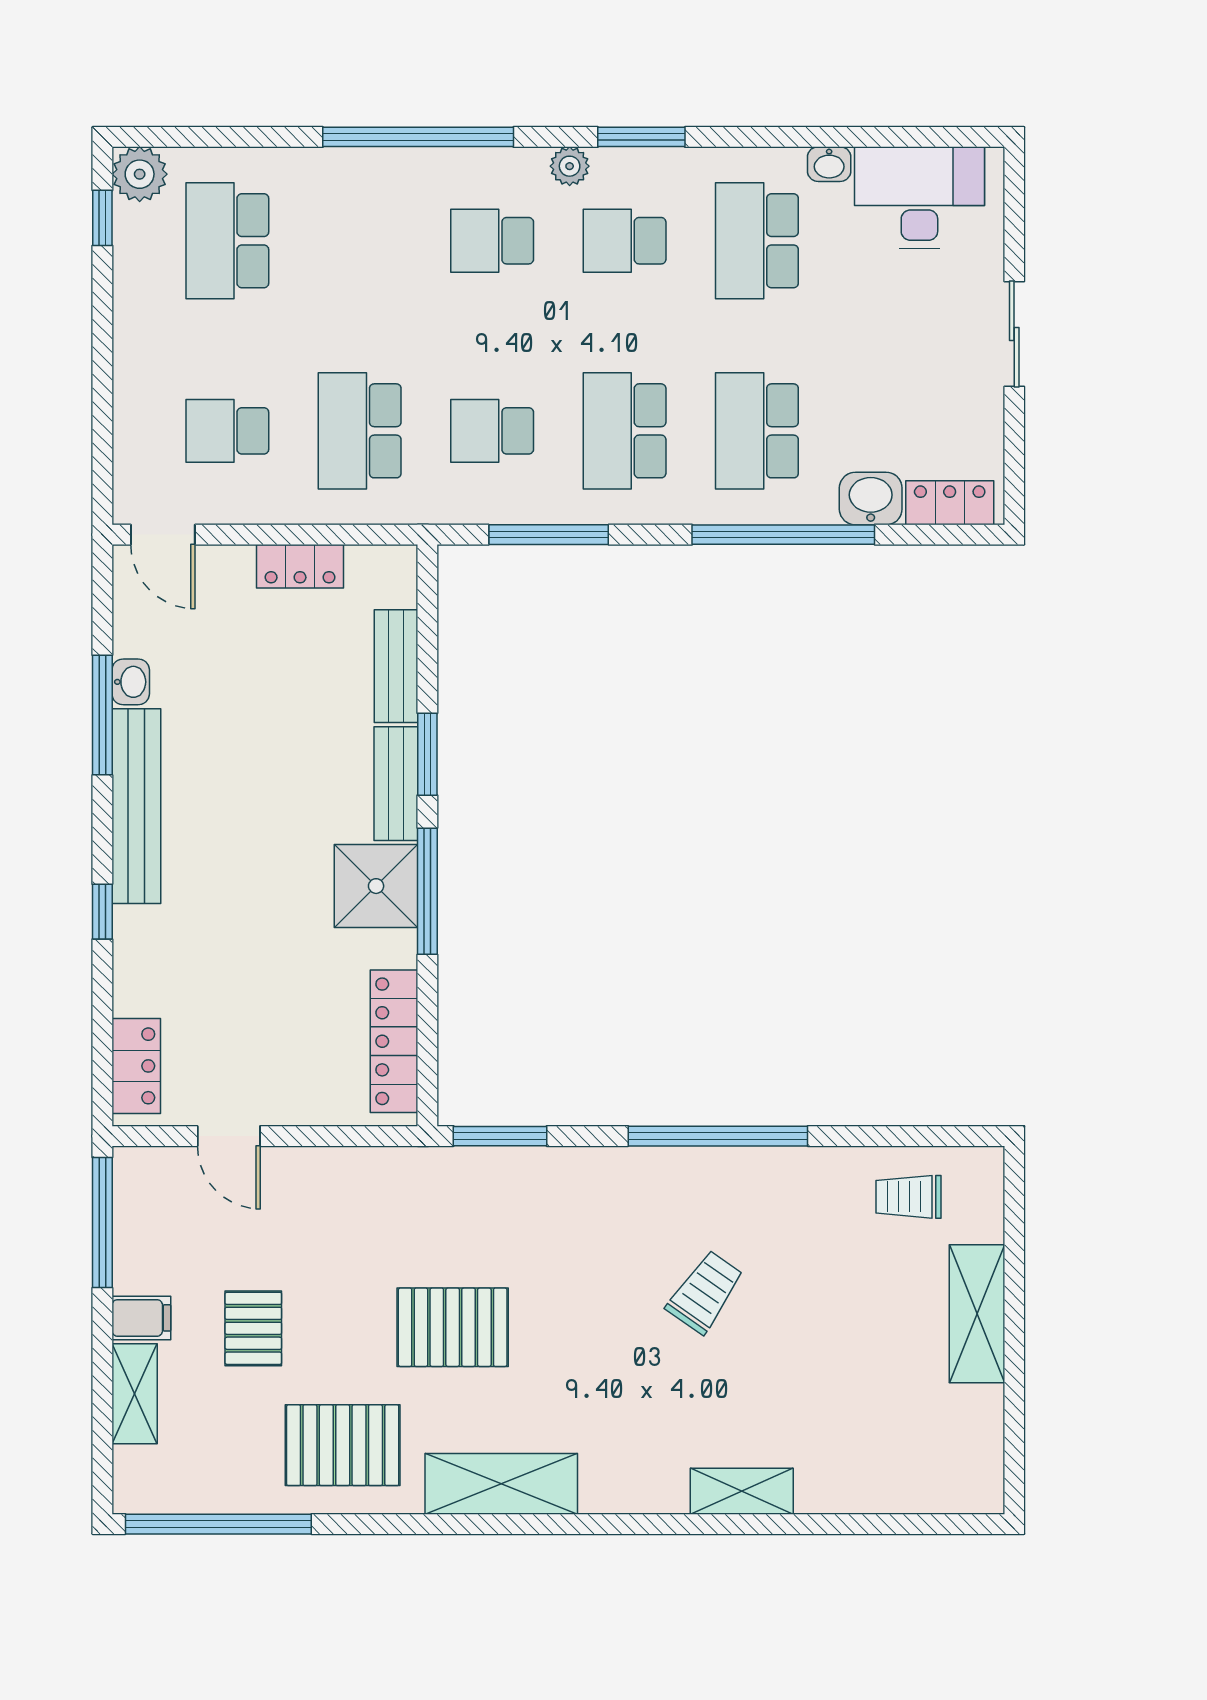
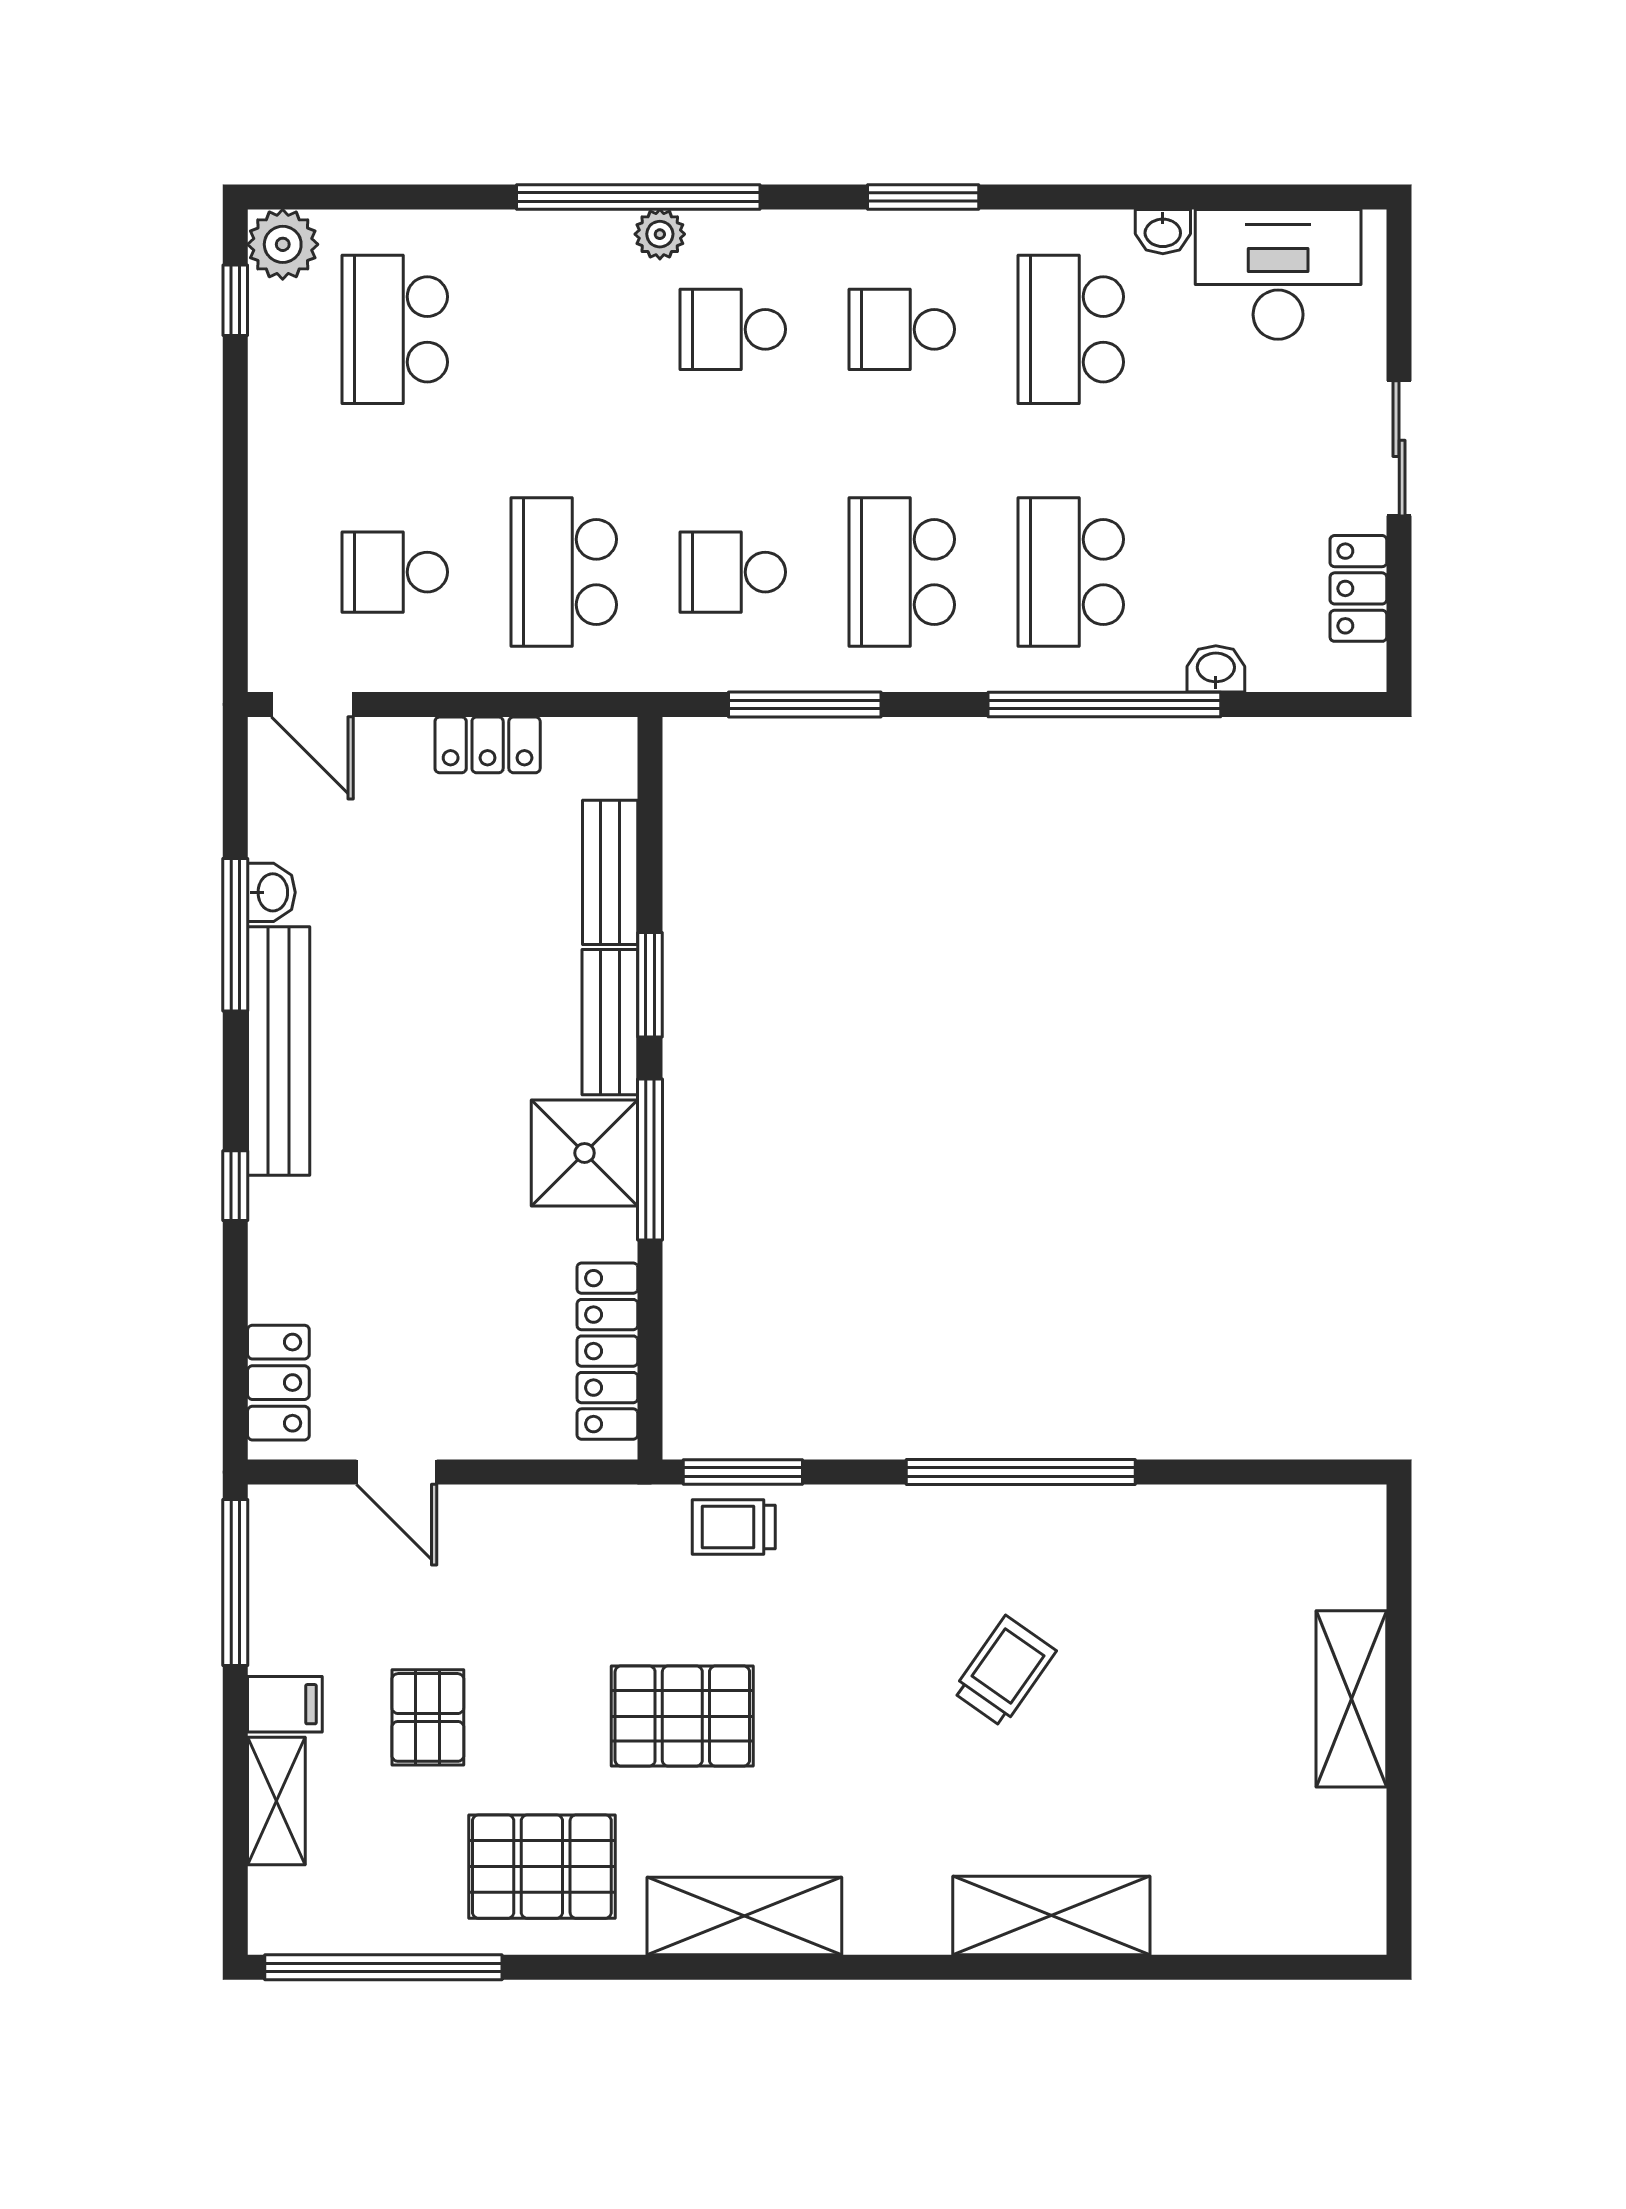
plant: (570, 166) -> (660, 234), moved
washbasin: (871, 499) -> (1216, 669), width x0.72, depth x0.69
locker: (950, 503) -> (1358, 588), moved, turned -90
trolley: (909, 1197) -> (734, 1527), moved
shelving: (742, 1491) -> (1051, 1916), width x1.50, depth x1.33

